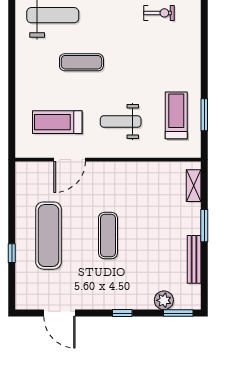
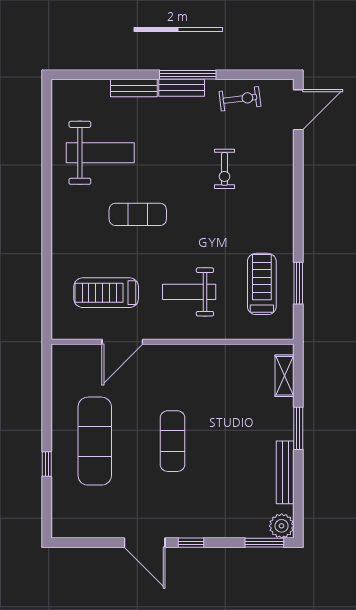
exercise bike: (159, 13) -> (224, 169), moved, turned 90
plant: (164, 300) -> (282, 526), moved
door: (59, 313) -> (145, 543), moved

